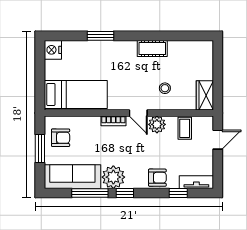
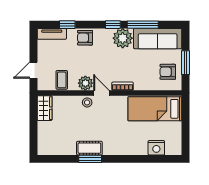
window: (101, 36) -> (90, 159), moved
nightstand: (53, 50) -> (156, 148), moved, turned 90
stool: (165, 88) -> (87, 102), moved

